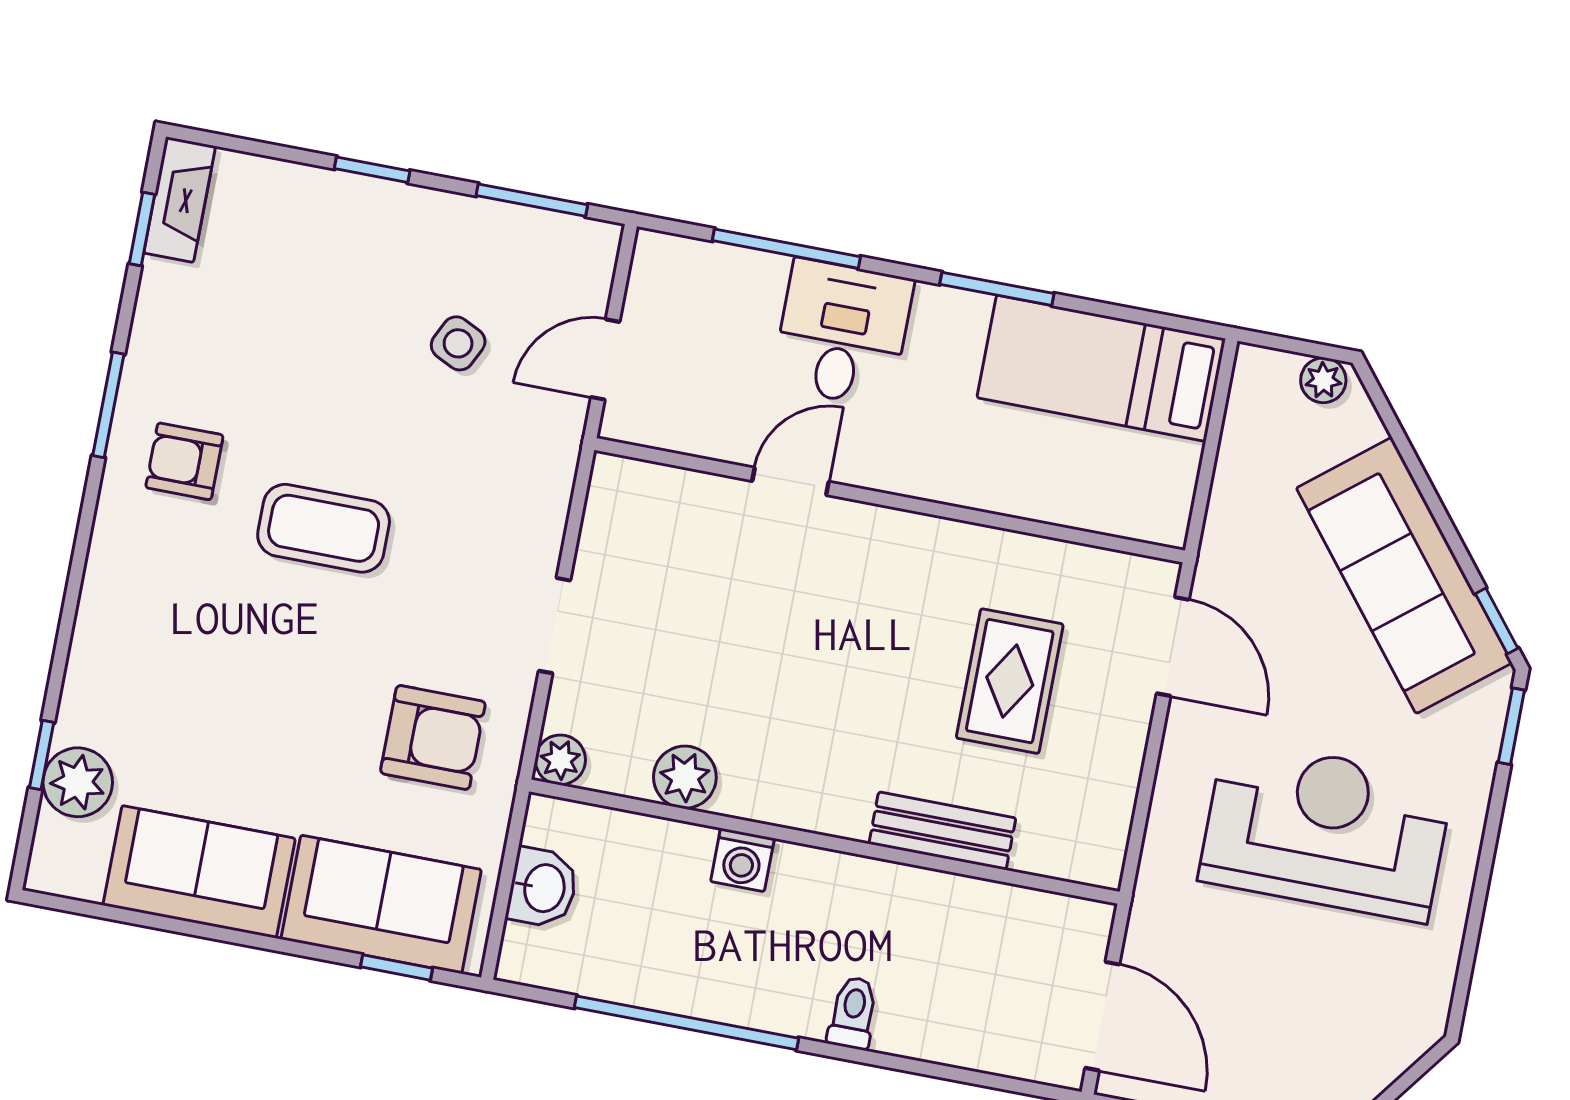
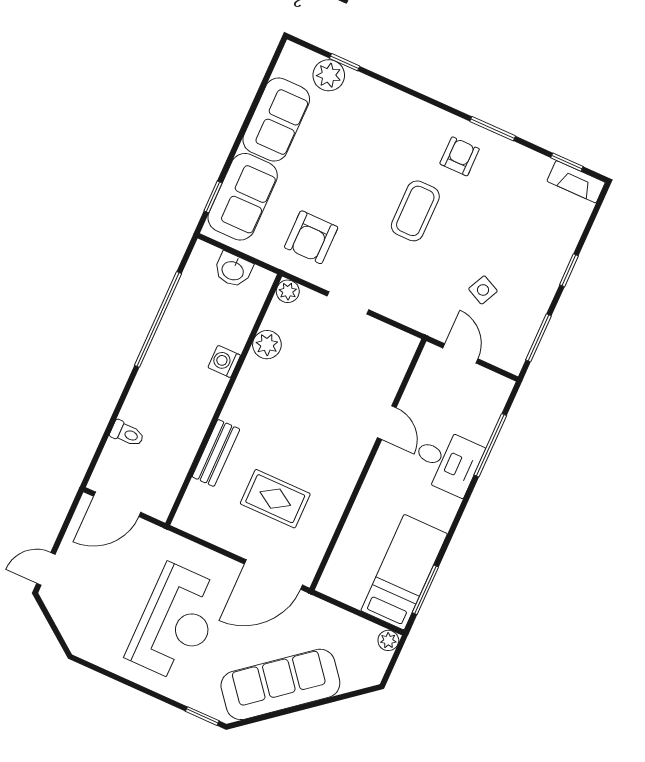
window: (997, 289) -> (425, 590), moved
plant: (1323, 380) -> (388, 640), moved
window: (1497, 621) -> (250, 721), removed
door: (1173, 647) -> (273, 574), width x1.36
toilet: (853, 1013) -> (127, 434), moved

